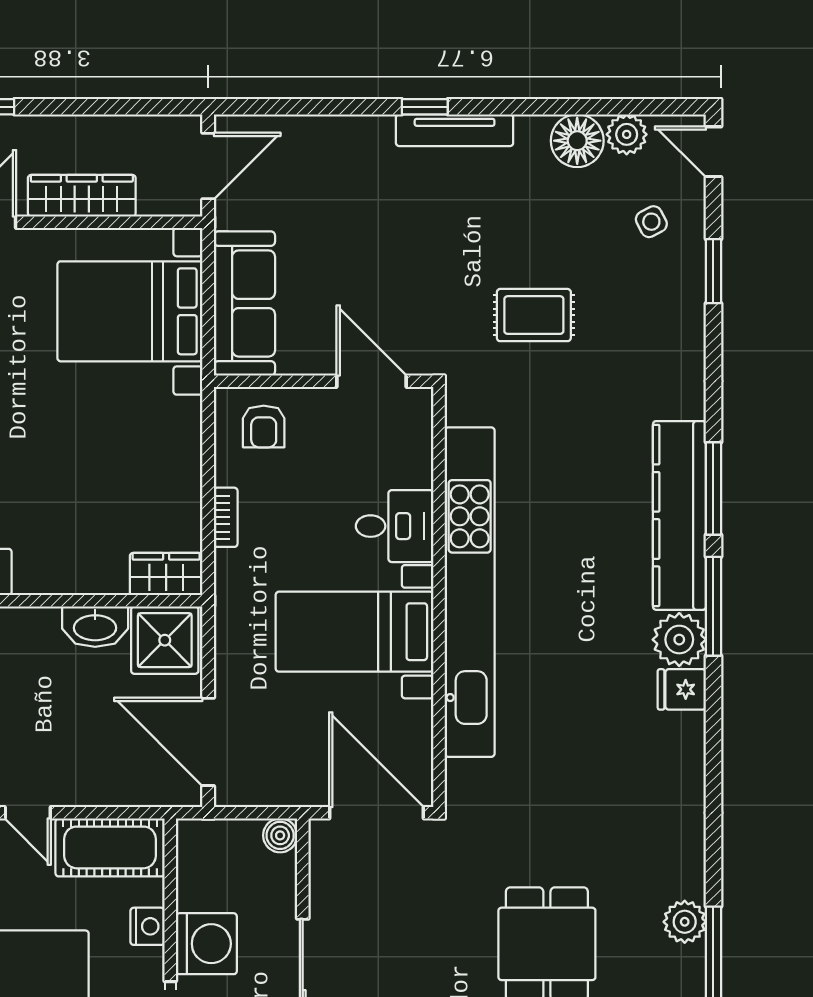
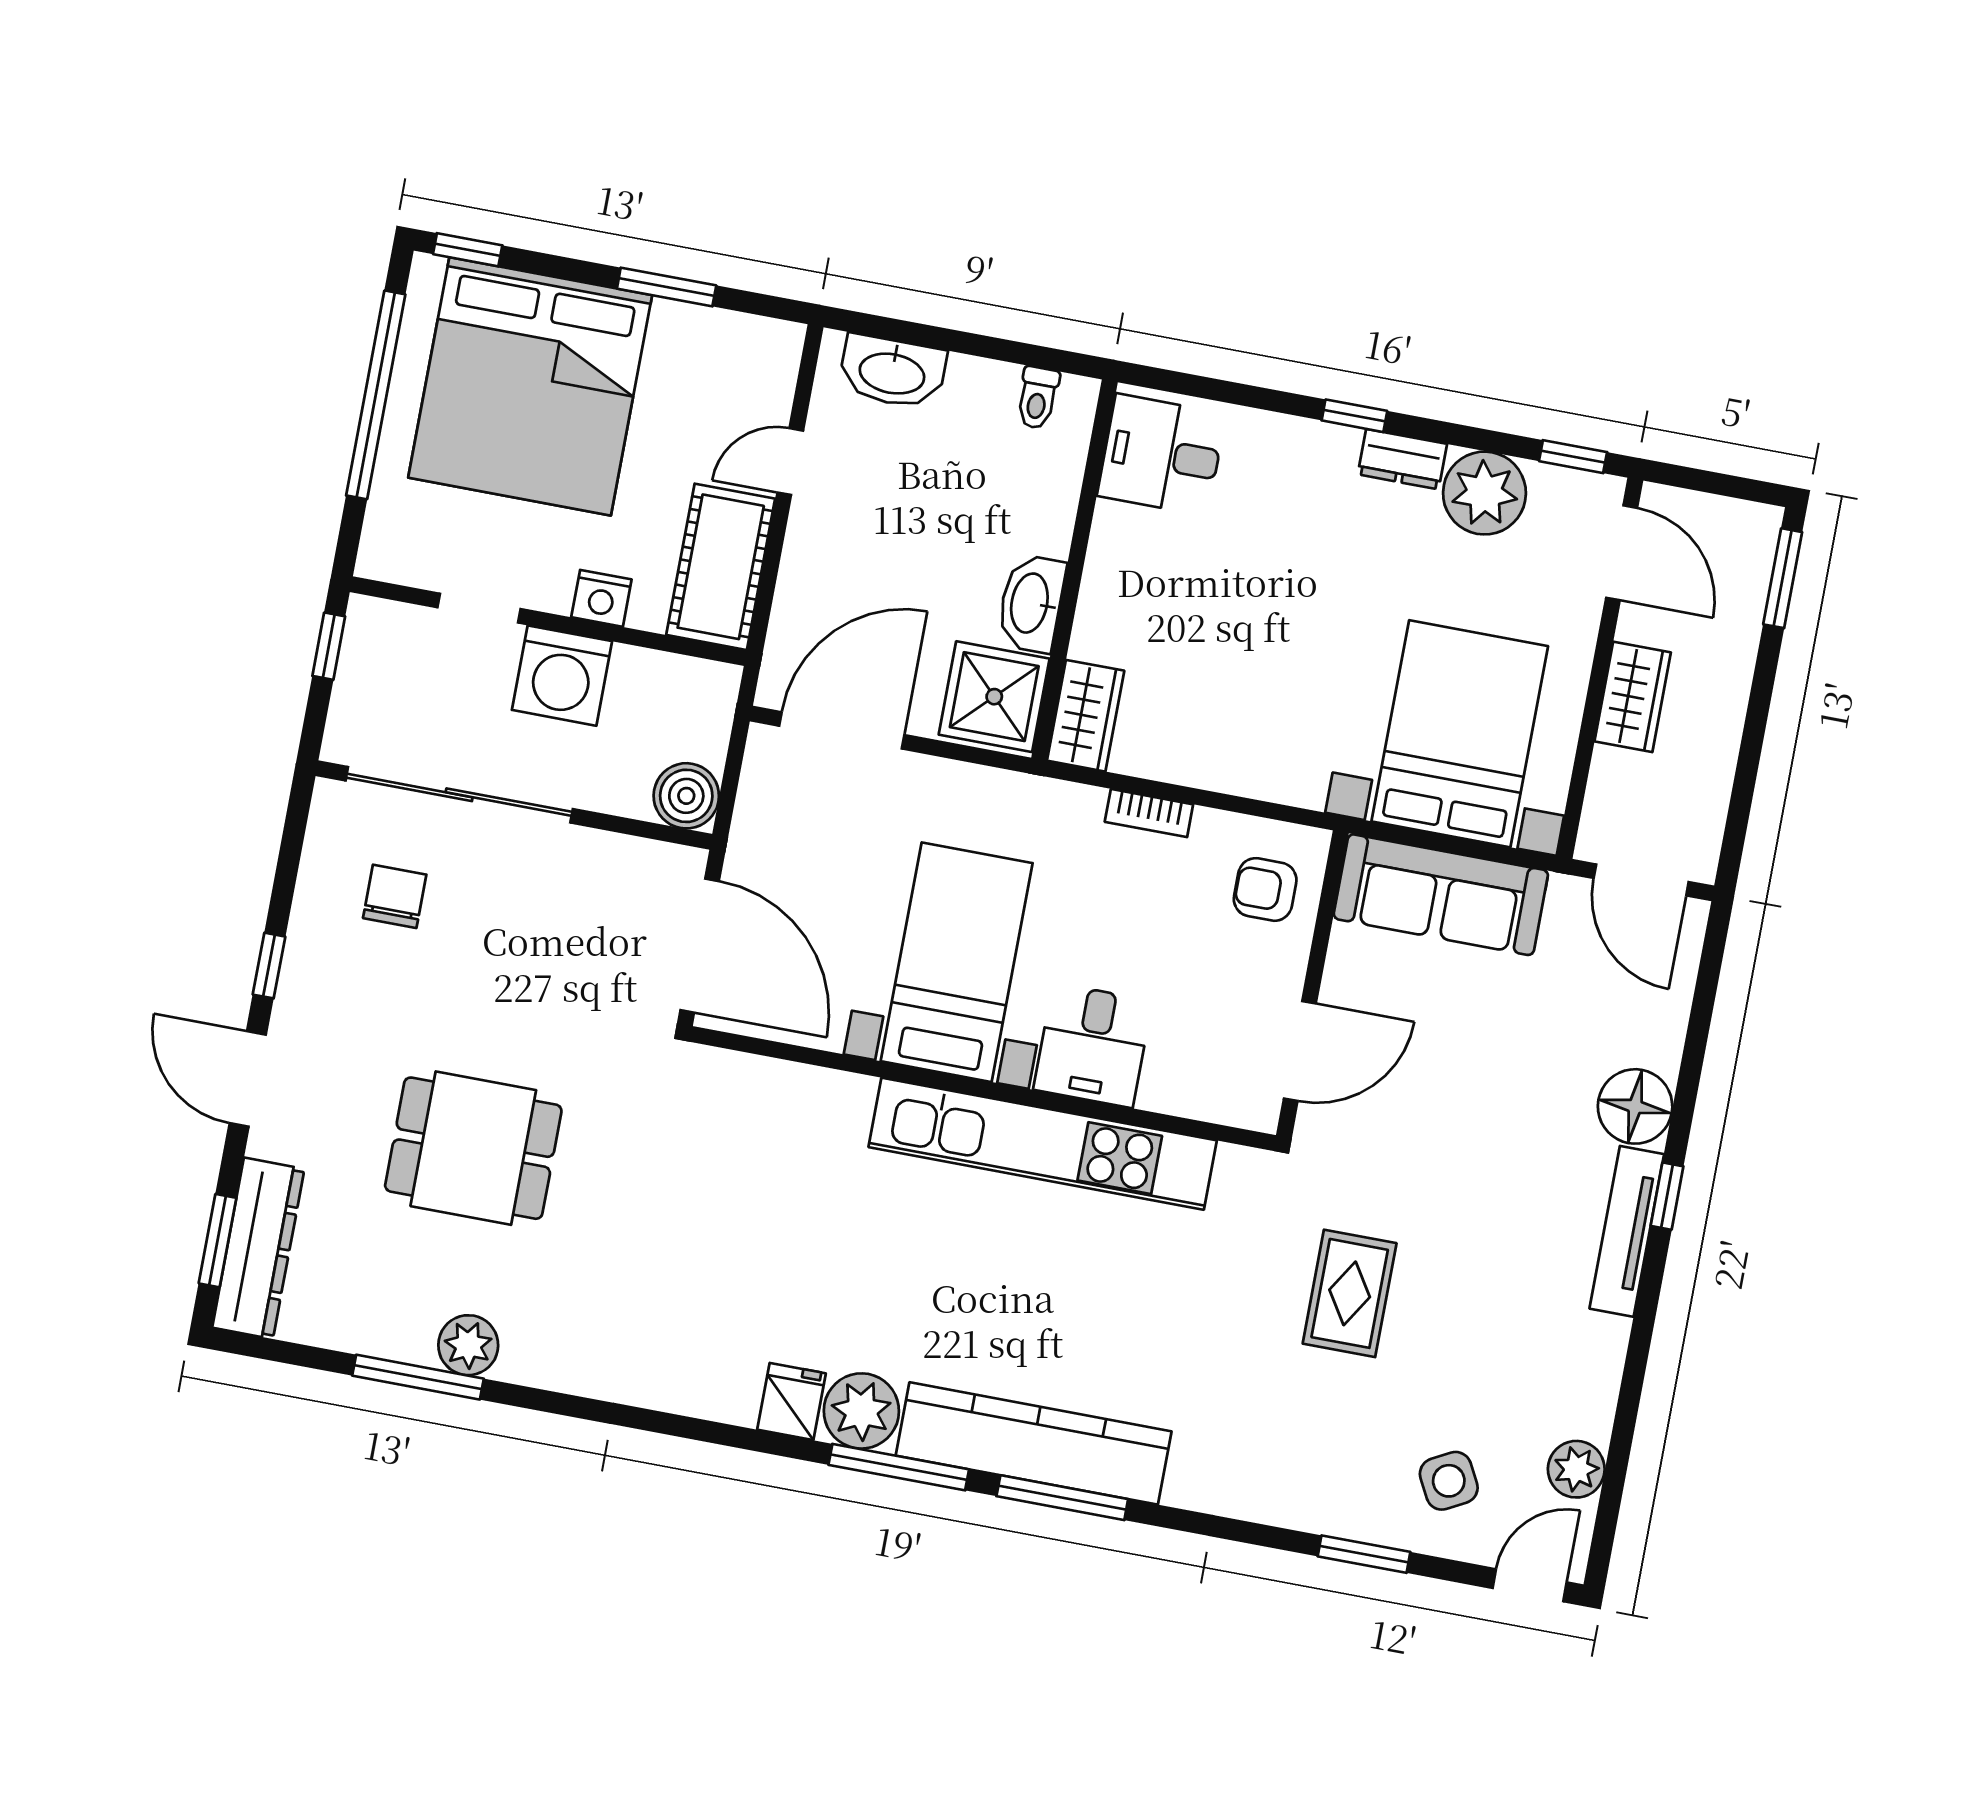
floor lamp: (577, 141) -> (1635, 1106), moved
wardrobe: (82, 196) -> (1633, 697), width x0.67
side table: (651, 222) -> (1449, 1481), width x1.37, depth x1.37
kitchen unit: (470, 592) -> (1043, 1144), width x0.73
door: (376, 813) -> (700, 946), hinge flipped
boiler: (280, 835) -> (686, 796), width x1.36, depth x1.36

